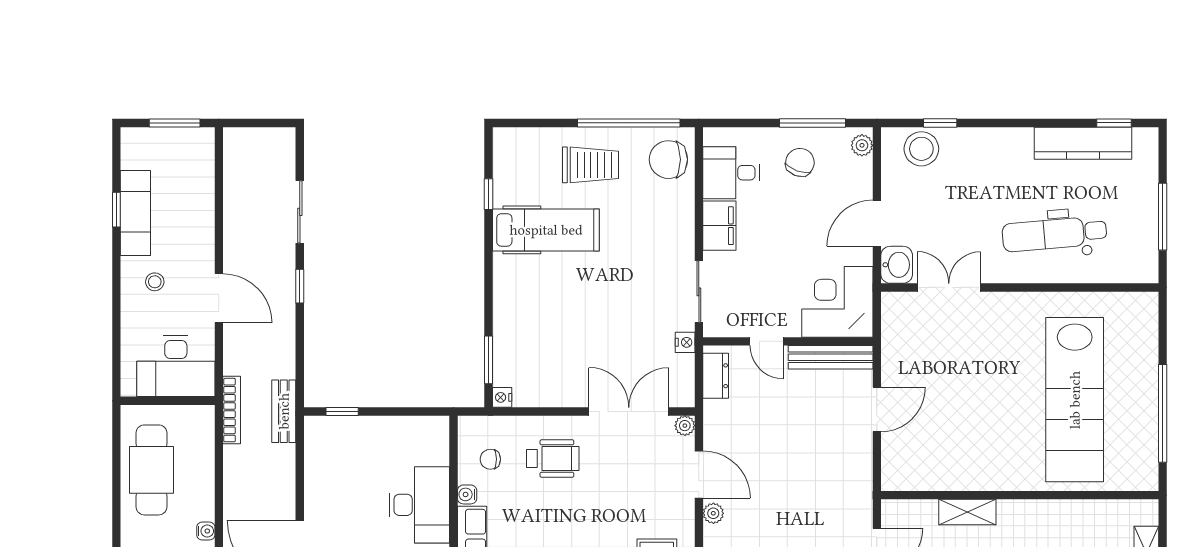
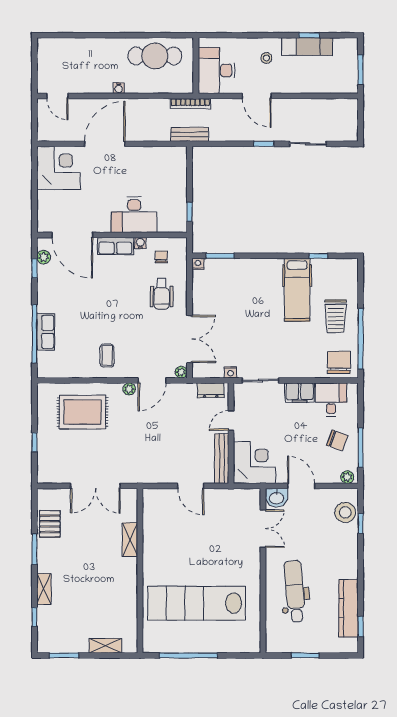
window: (1163, 217) -> (305, 655), width x0.69
door: (219, 298) -> (257, 96), hinge flipped
window: (342, 412) -> (189, 212), moved

